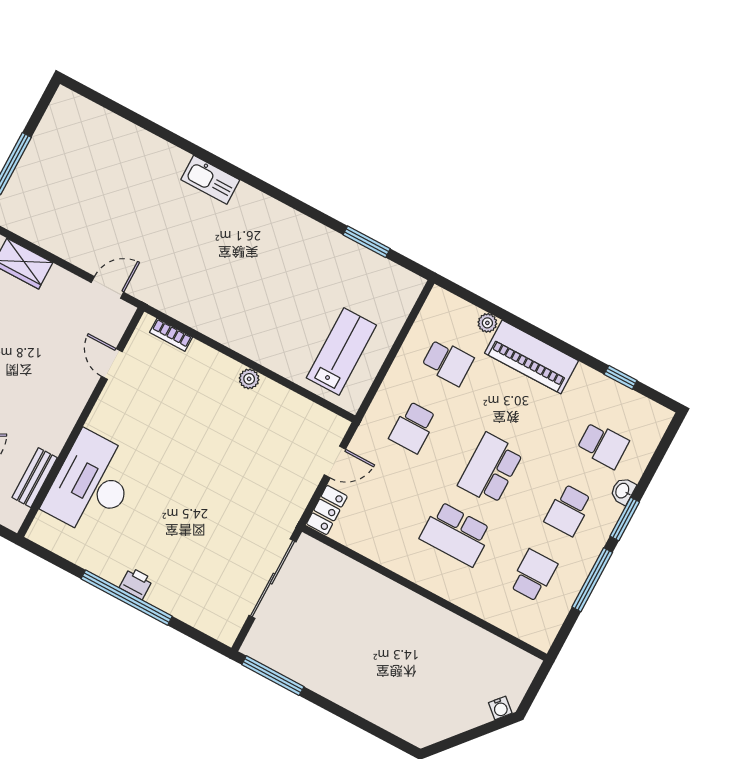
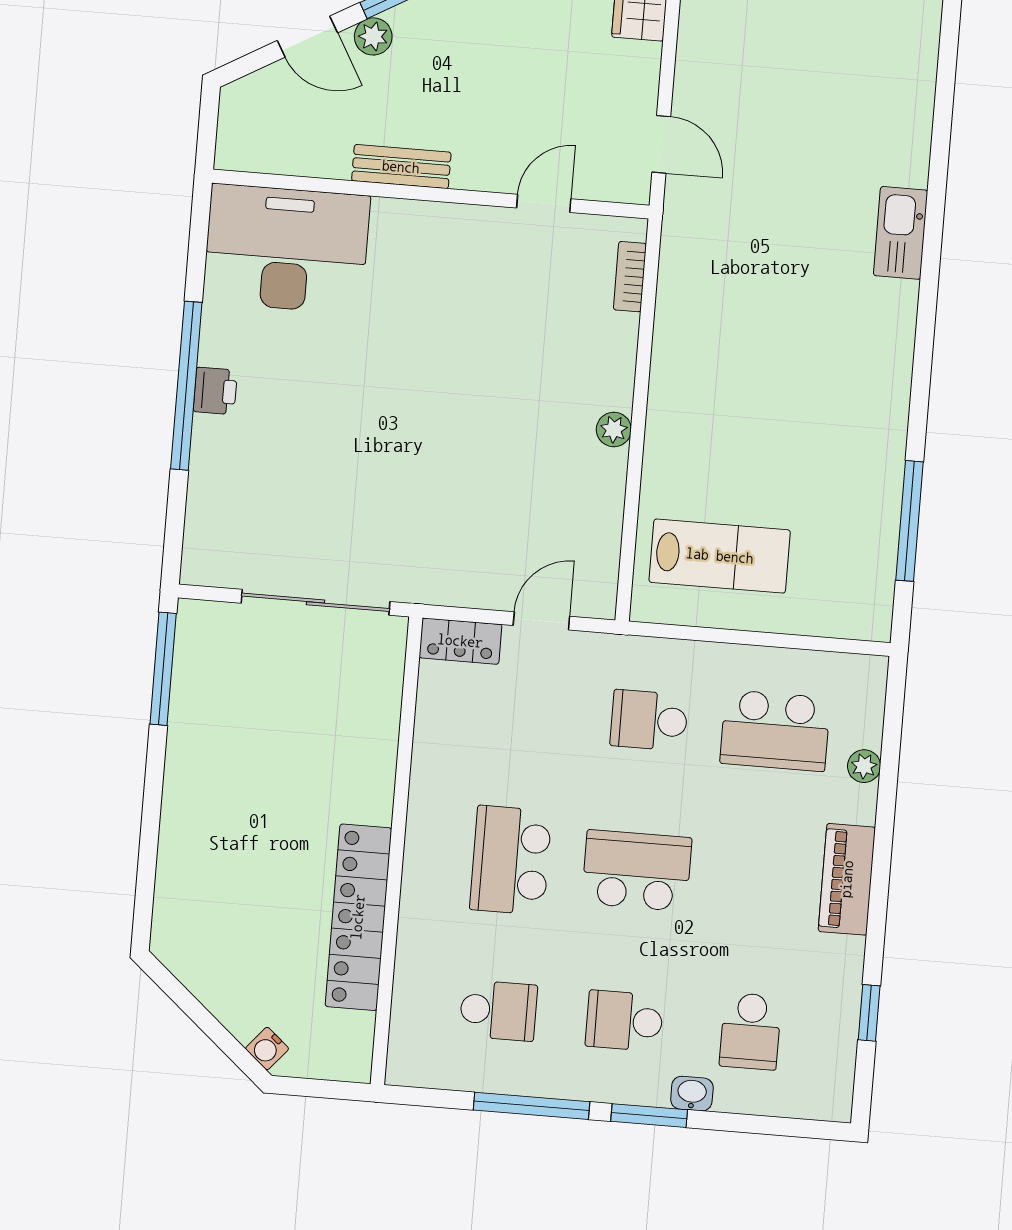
window: (367, 242) -> (909, 521), width x1.44
piano: (532, 357) -> (847, 879), width x0.73, depth x0.75
school desk: (448, 362) -> (775, 731), width x1.85
door: (335, 462) -> (541, 621), swing flipped
bench: (35, 478) -> (401, 167), moved
desk: (92, 484) -> (286, 249), moved
locker: (451, 629) -> (358, 917), added

